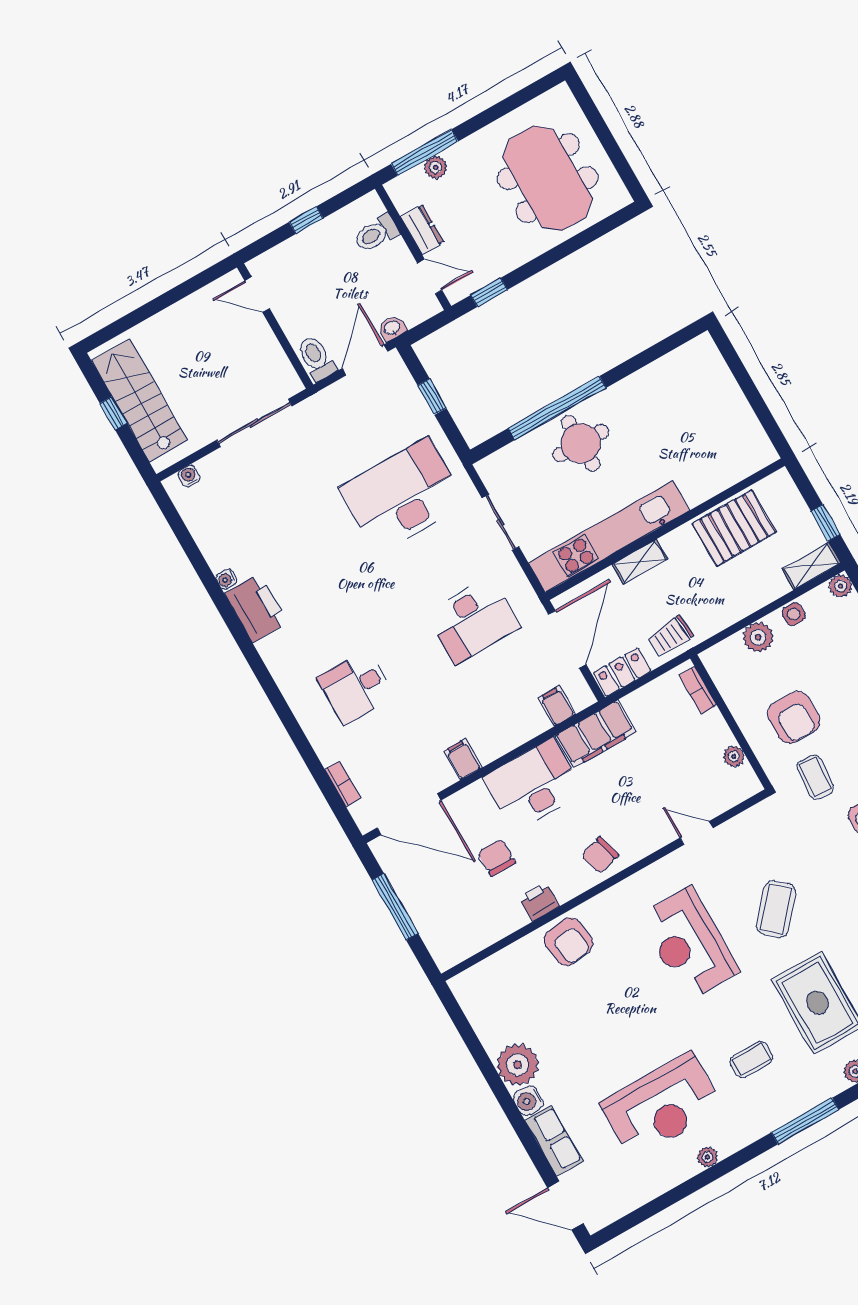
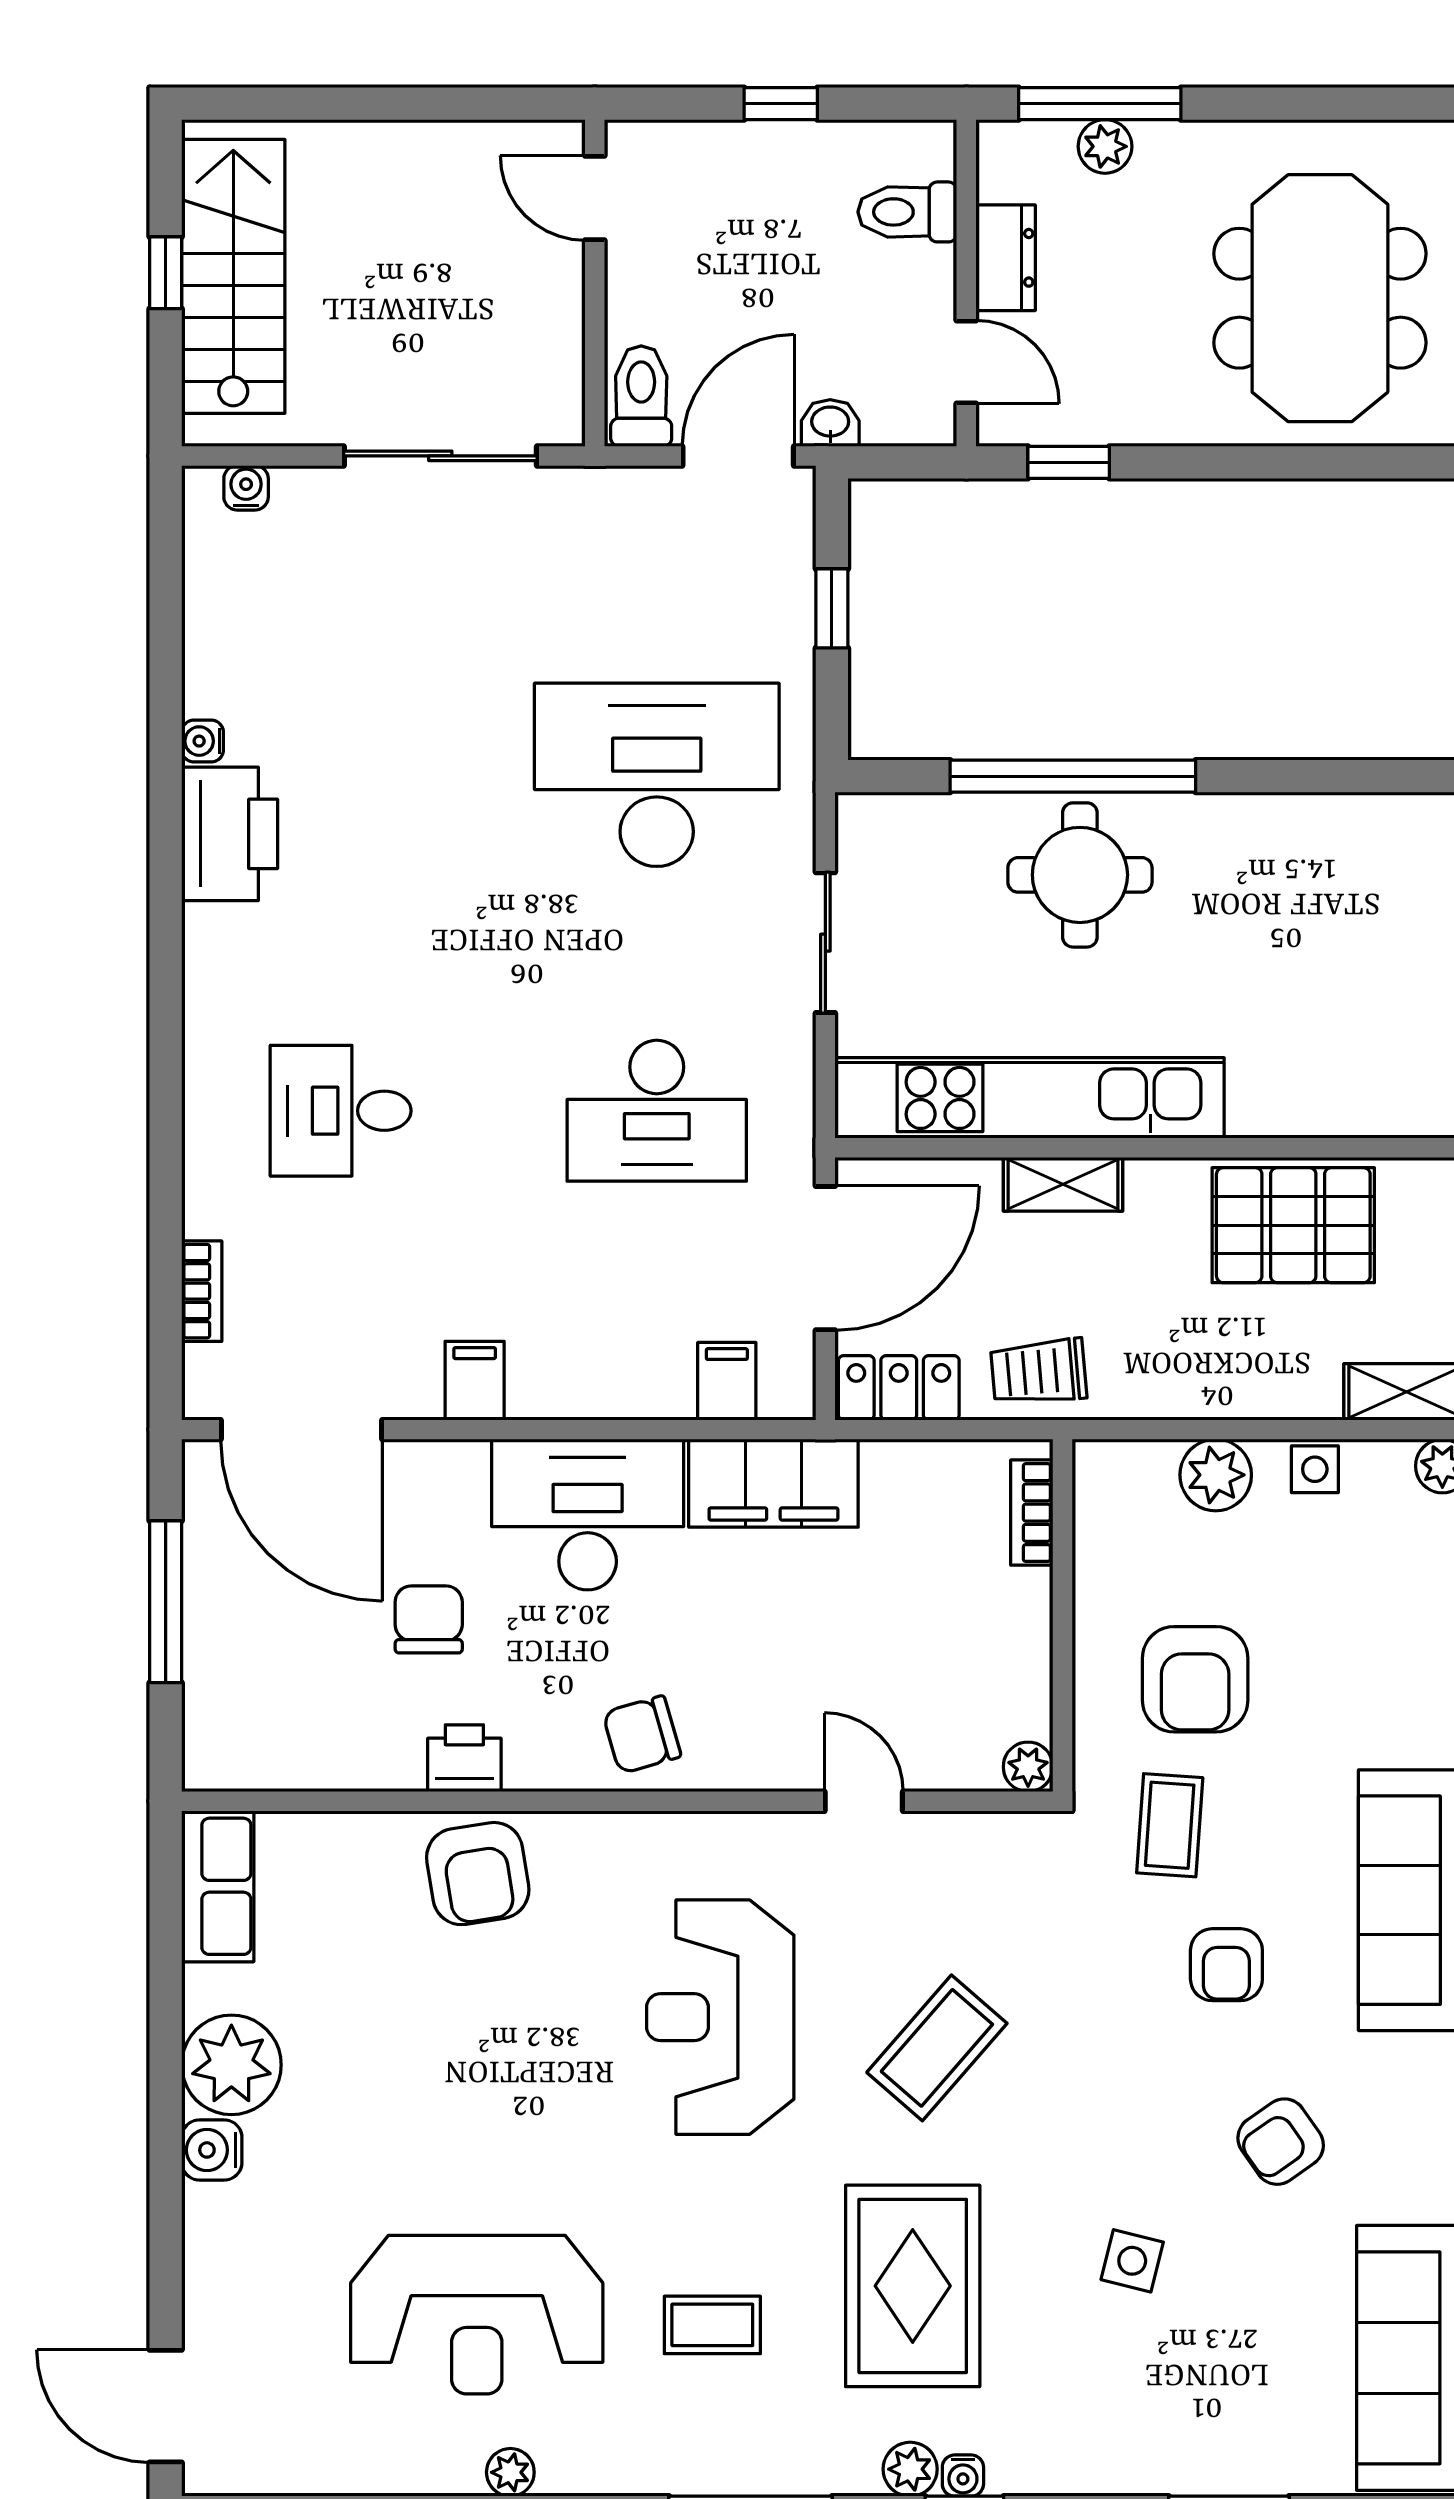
plant: (734, 756) -> (1028, 1767), moved
row of seats: (554, 1140) -> (218, 1886), moved

